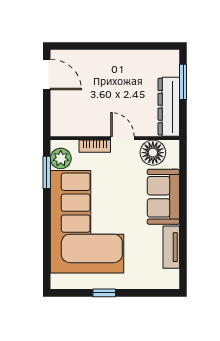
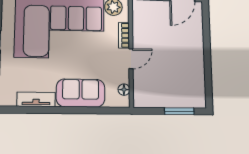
dresser: (169, 107) -> (158, 99), removed
floor lamp: (153, 153) -> (124, 90), width x0.53, depth x0.53

